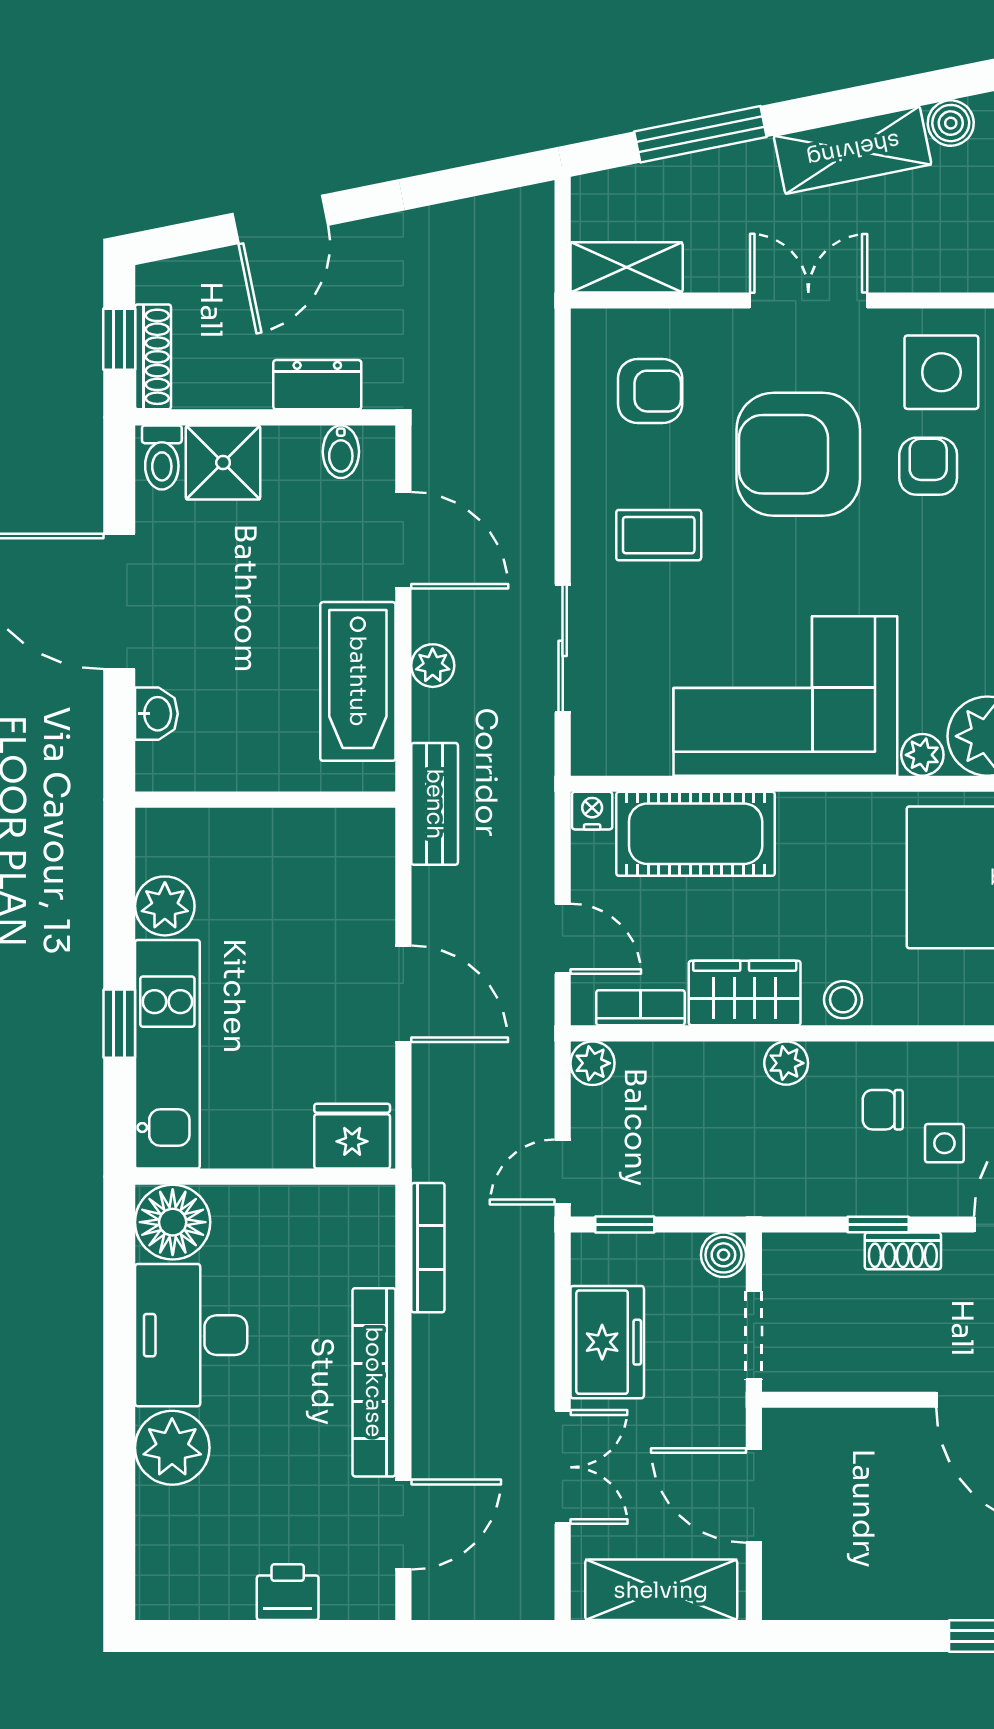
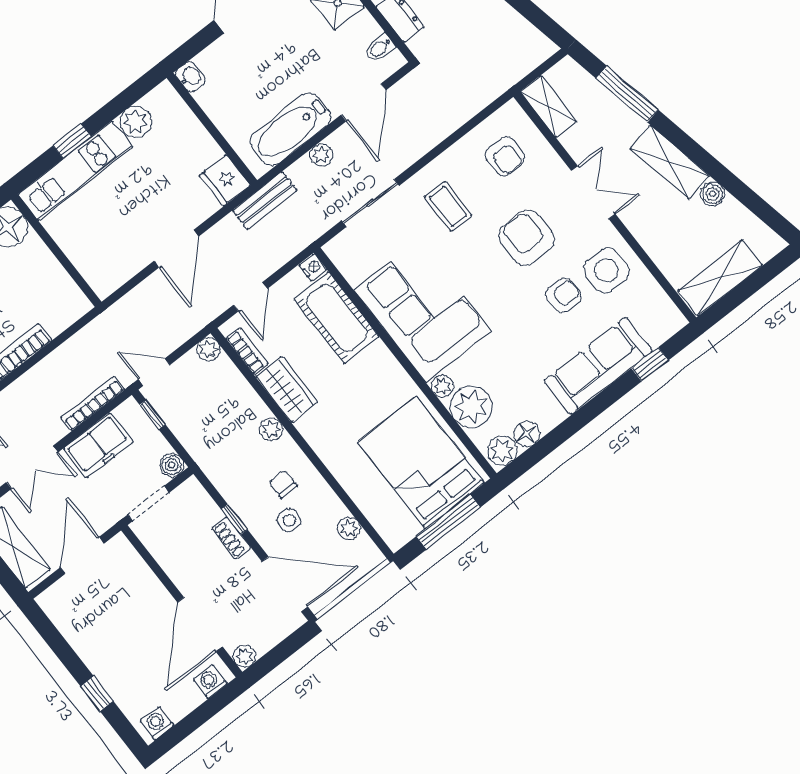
armchair: (798, 454) -> (527, 238), width x0.73, depth x0.73
washbasin: (156, 714) -> (190, 77), moved, turned -90
stool: (843, 1000) -> (316, 432), removed
fridge: (352, 1136) -> (225, 180), moved, turned 180
bookcase: (428, 1248) -> (93, 404), moved, turned 180

